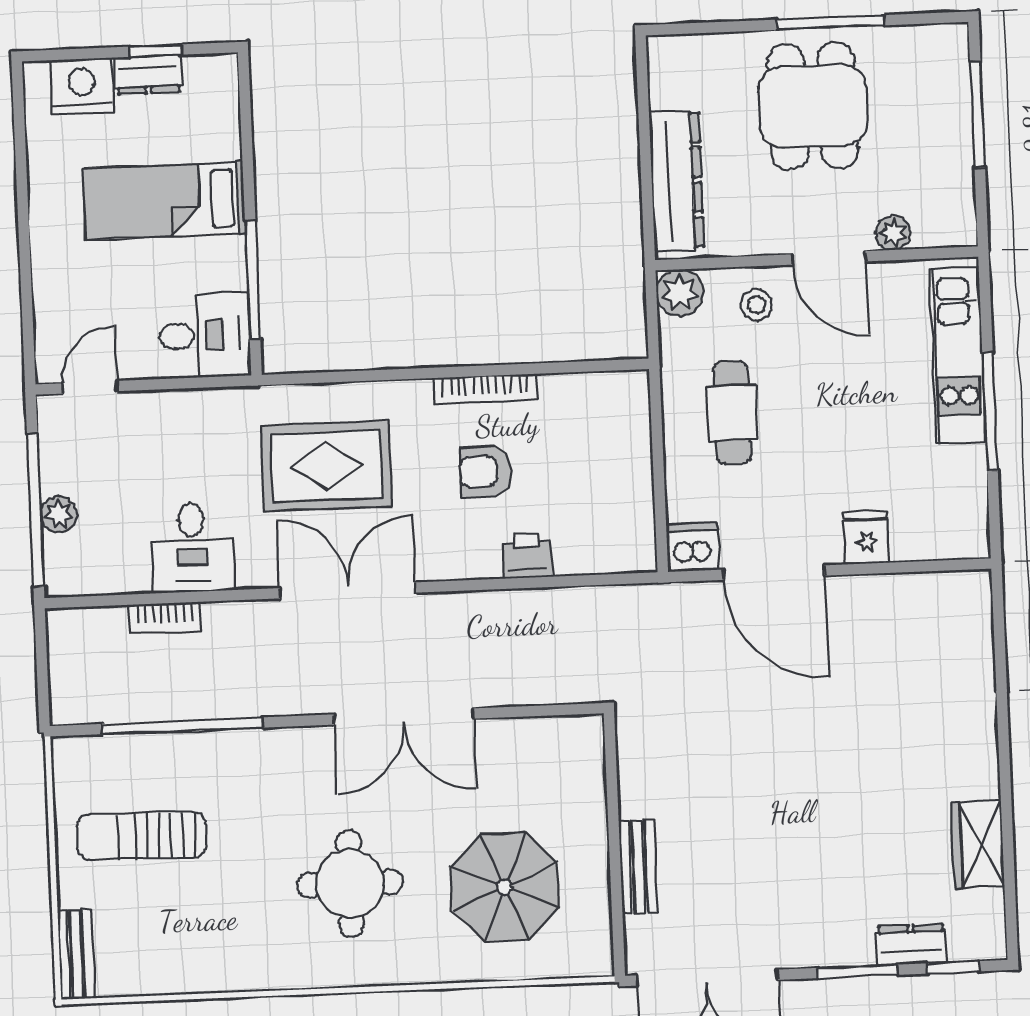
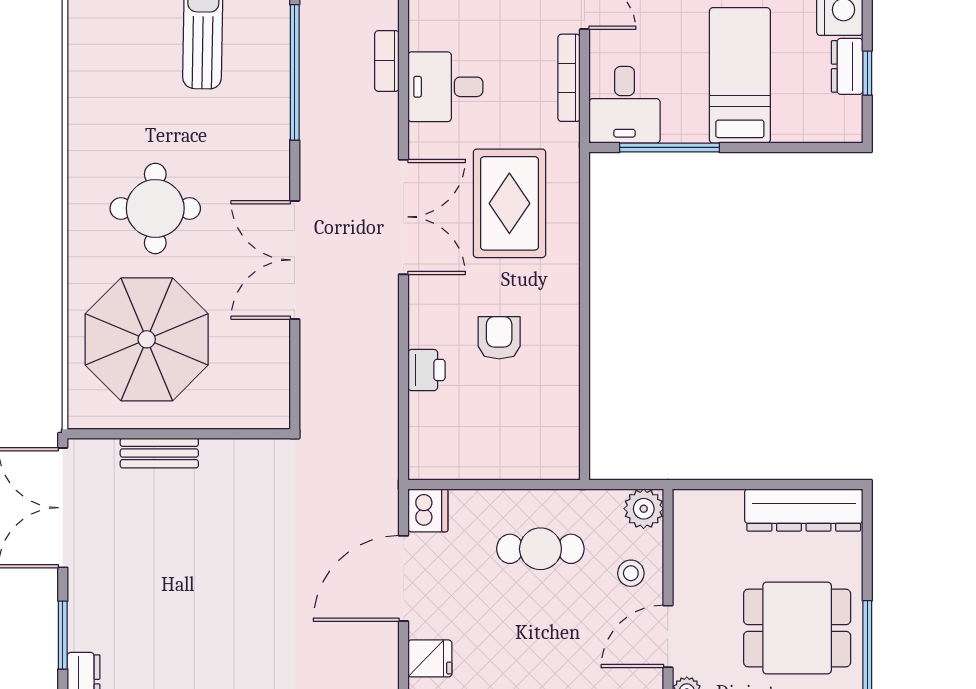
dresser: (676, 181) -> (804, 510), moved
bookcase: (485, 389) -> (569, 78), moved
parasol: (505, 887) -> (147, 339), width x1.36, depth x1.36

